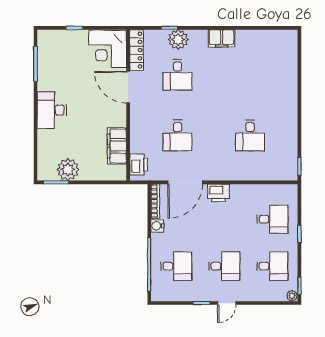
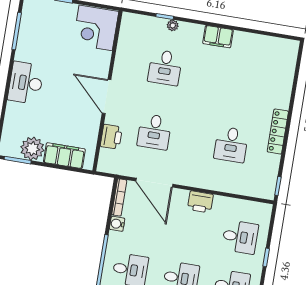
plant: (178, 40) -> (173, 25), width x0.53, depth x0.53
locker: (137, 50) -> (278, 131), moved, turned 180
door: (128, 87) -> (107, 96), moved
filing cabinet: (117, 146) -> (64, 156), moved, turned 90
printer: (139, 164) -> (111, 137), moved
door: (185, 182) -> (154, 183), hinge flipped
printer: (218, 193) -> (200, 202), moved

